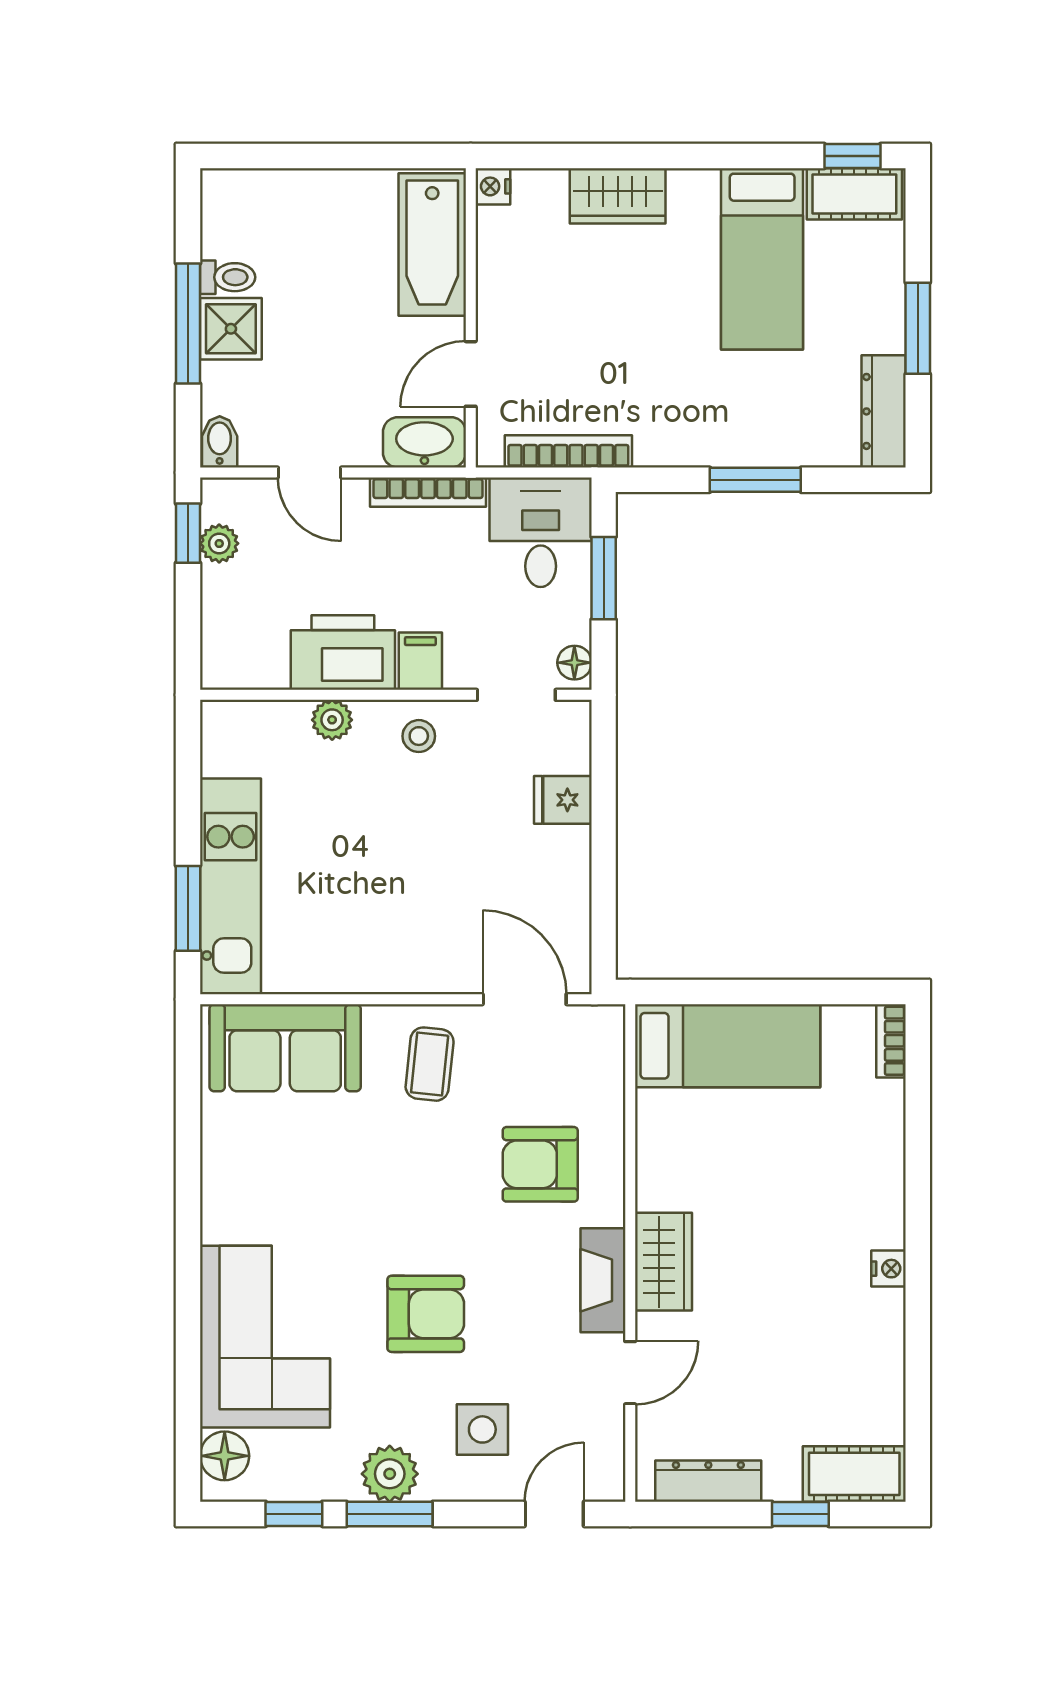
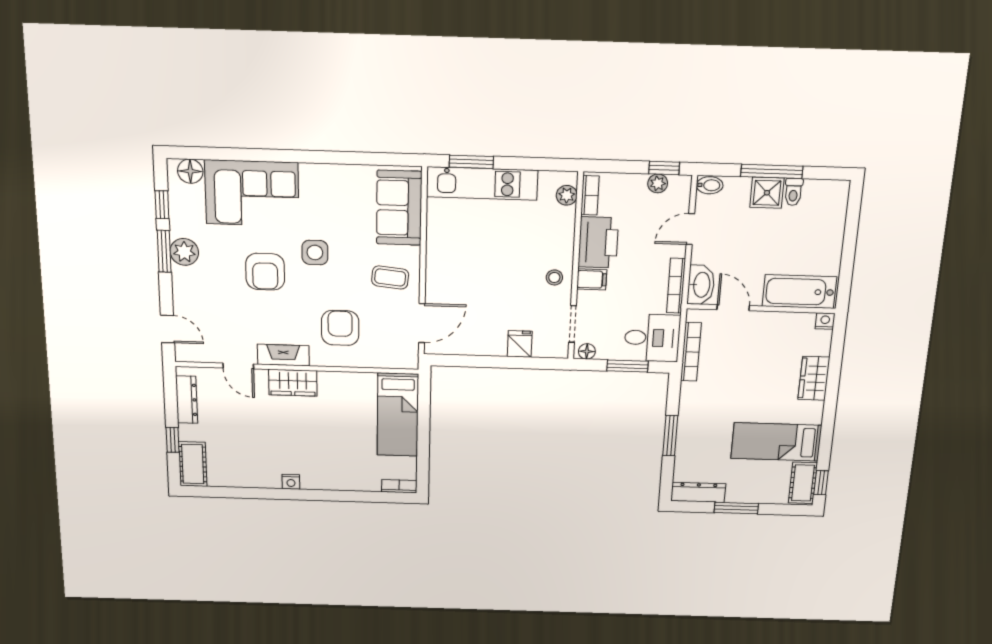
bookcase: (247, 674) -> (590, 195), added
plant: (332, 720) -> (567, 195), moved
side table: (482, 1429) -> (315, 252), moved

